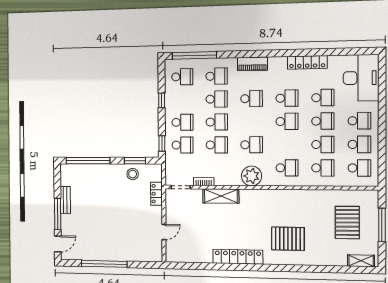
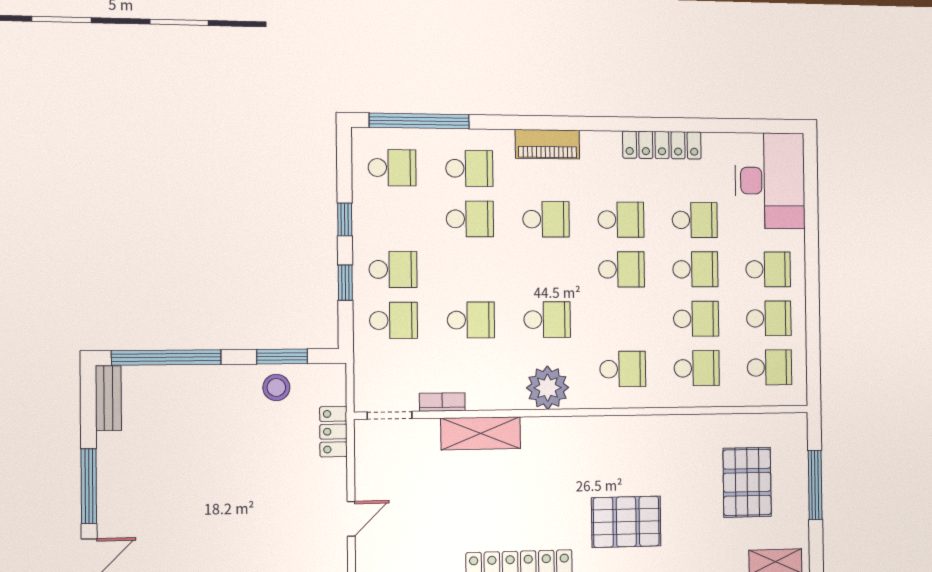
school desk: (217, 122) -> (470, 269), removed
window: (162, 144) -> (345, 283), moved
bench: (65, 200) -> (108, 398), moved

